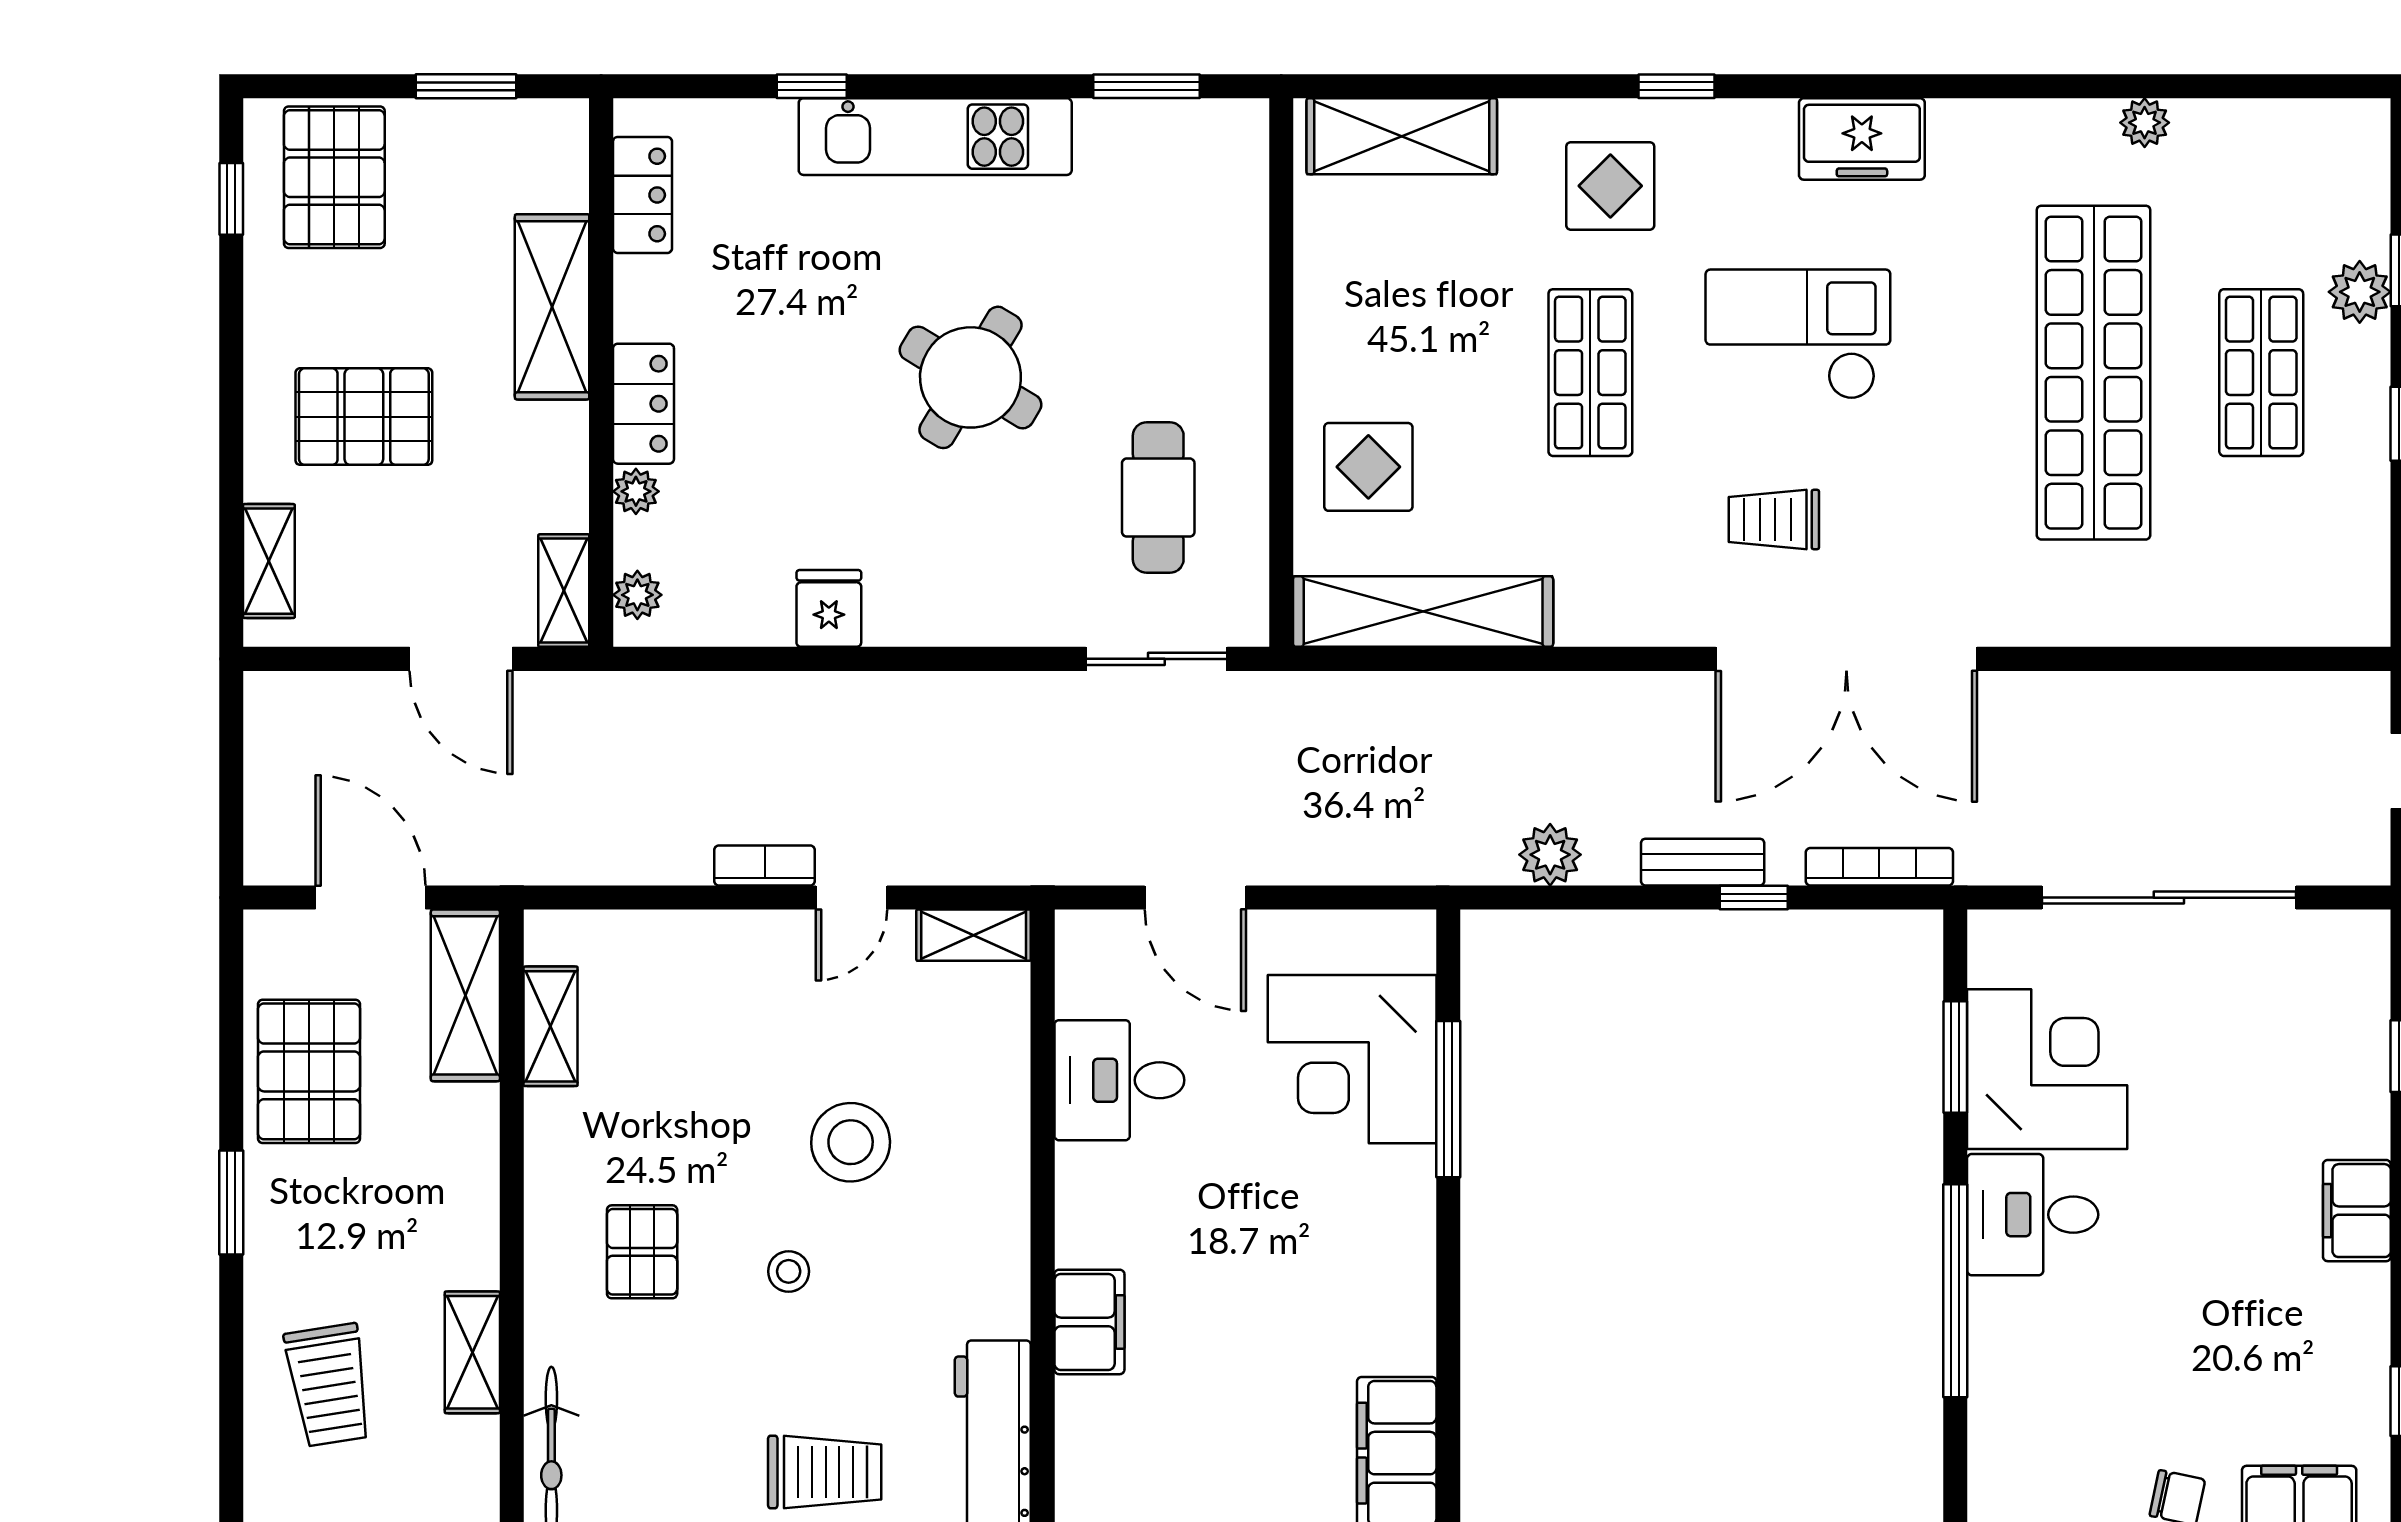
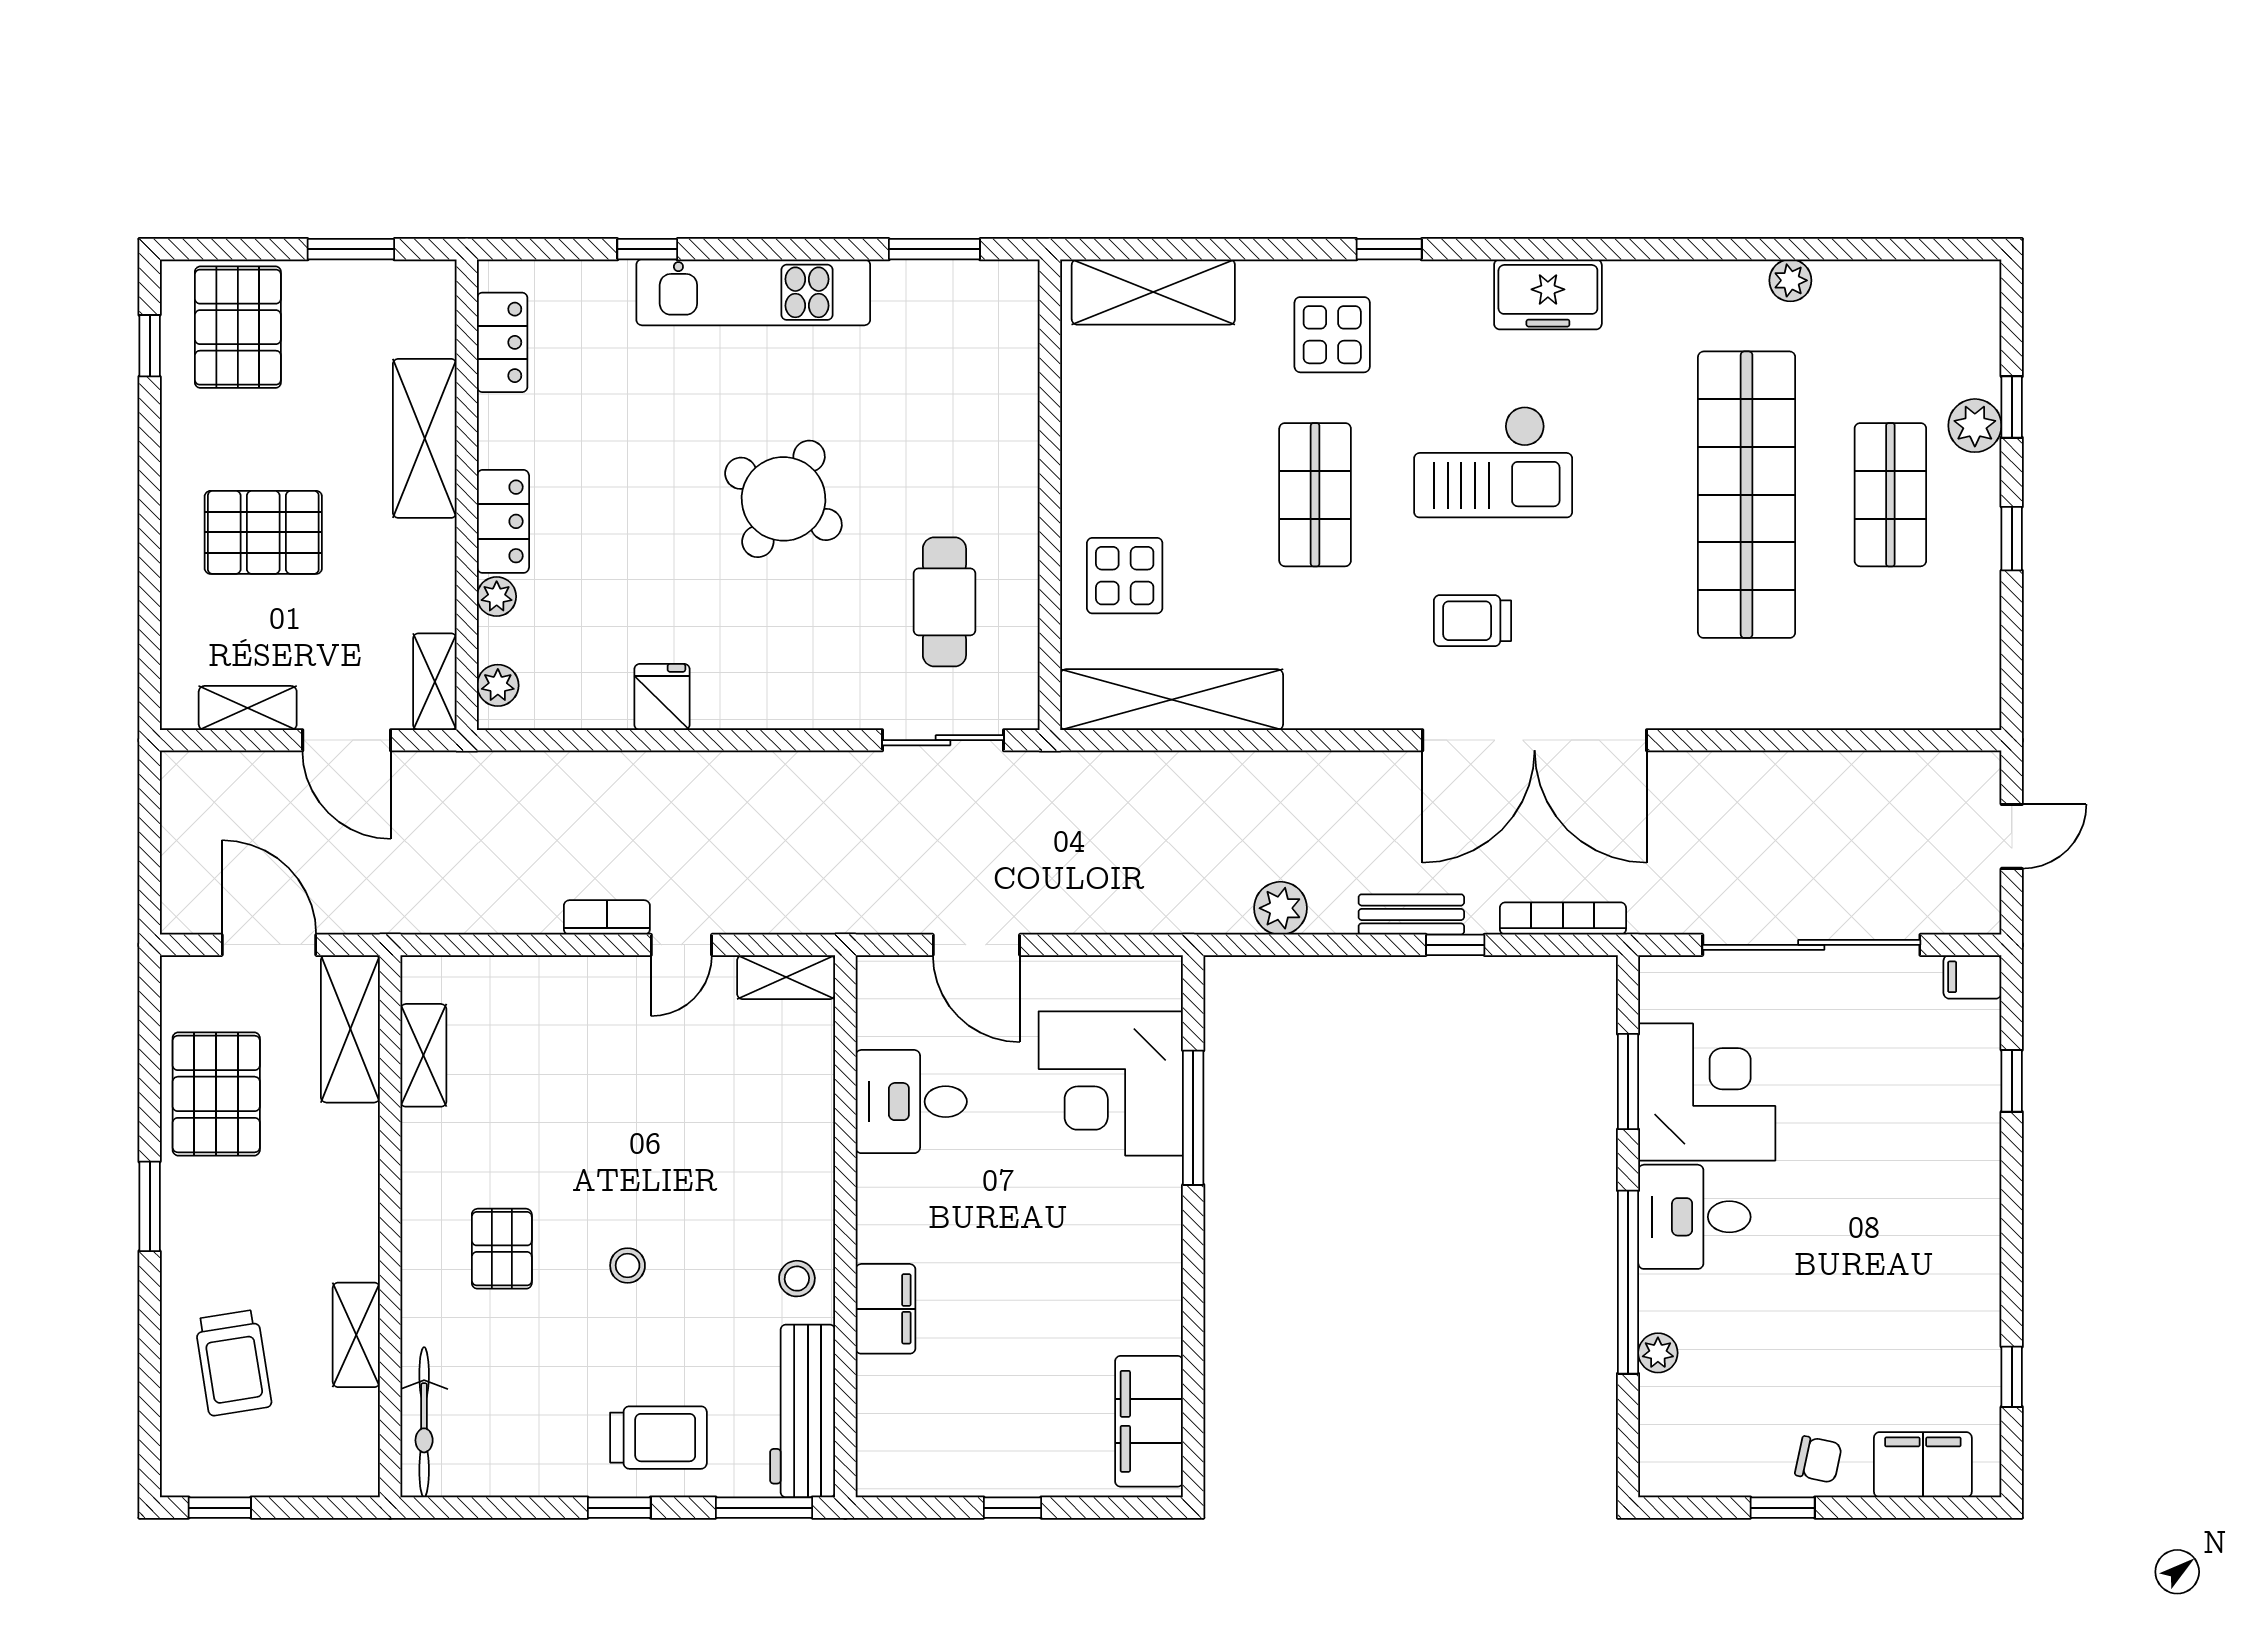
checkout: (1798, 334) -> (1493, 462), turned 180
shelving: (269, 561) -> (248, 708), moved, turned 90
stool: (851, 1142) -> (797, 1279), moved, width x0.53, depth x0.53
filing cabinet: (2357, 1211) -> (1972, 977), moved, width x0.50
plant: (1990, 1373) -> (1658, 1353), added

